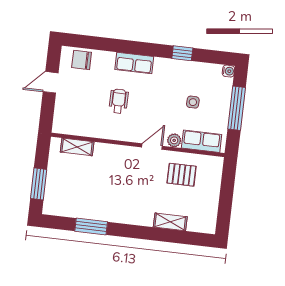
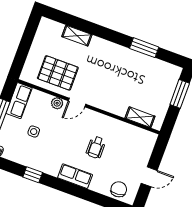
chair: (82, 60) -> (119, 189), turned -95
row of seats: (202, 141) -> (19, 101), moved, turned -90
pallet: (182, 175) -> (58, 73), width x1.50, depth x1.42

